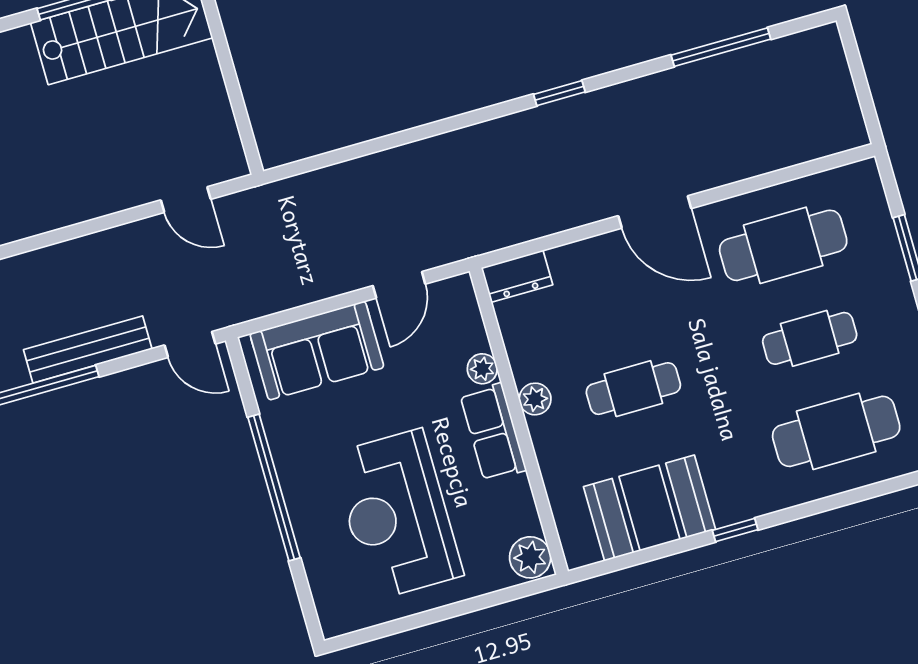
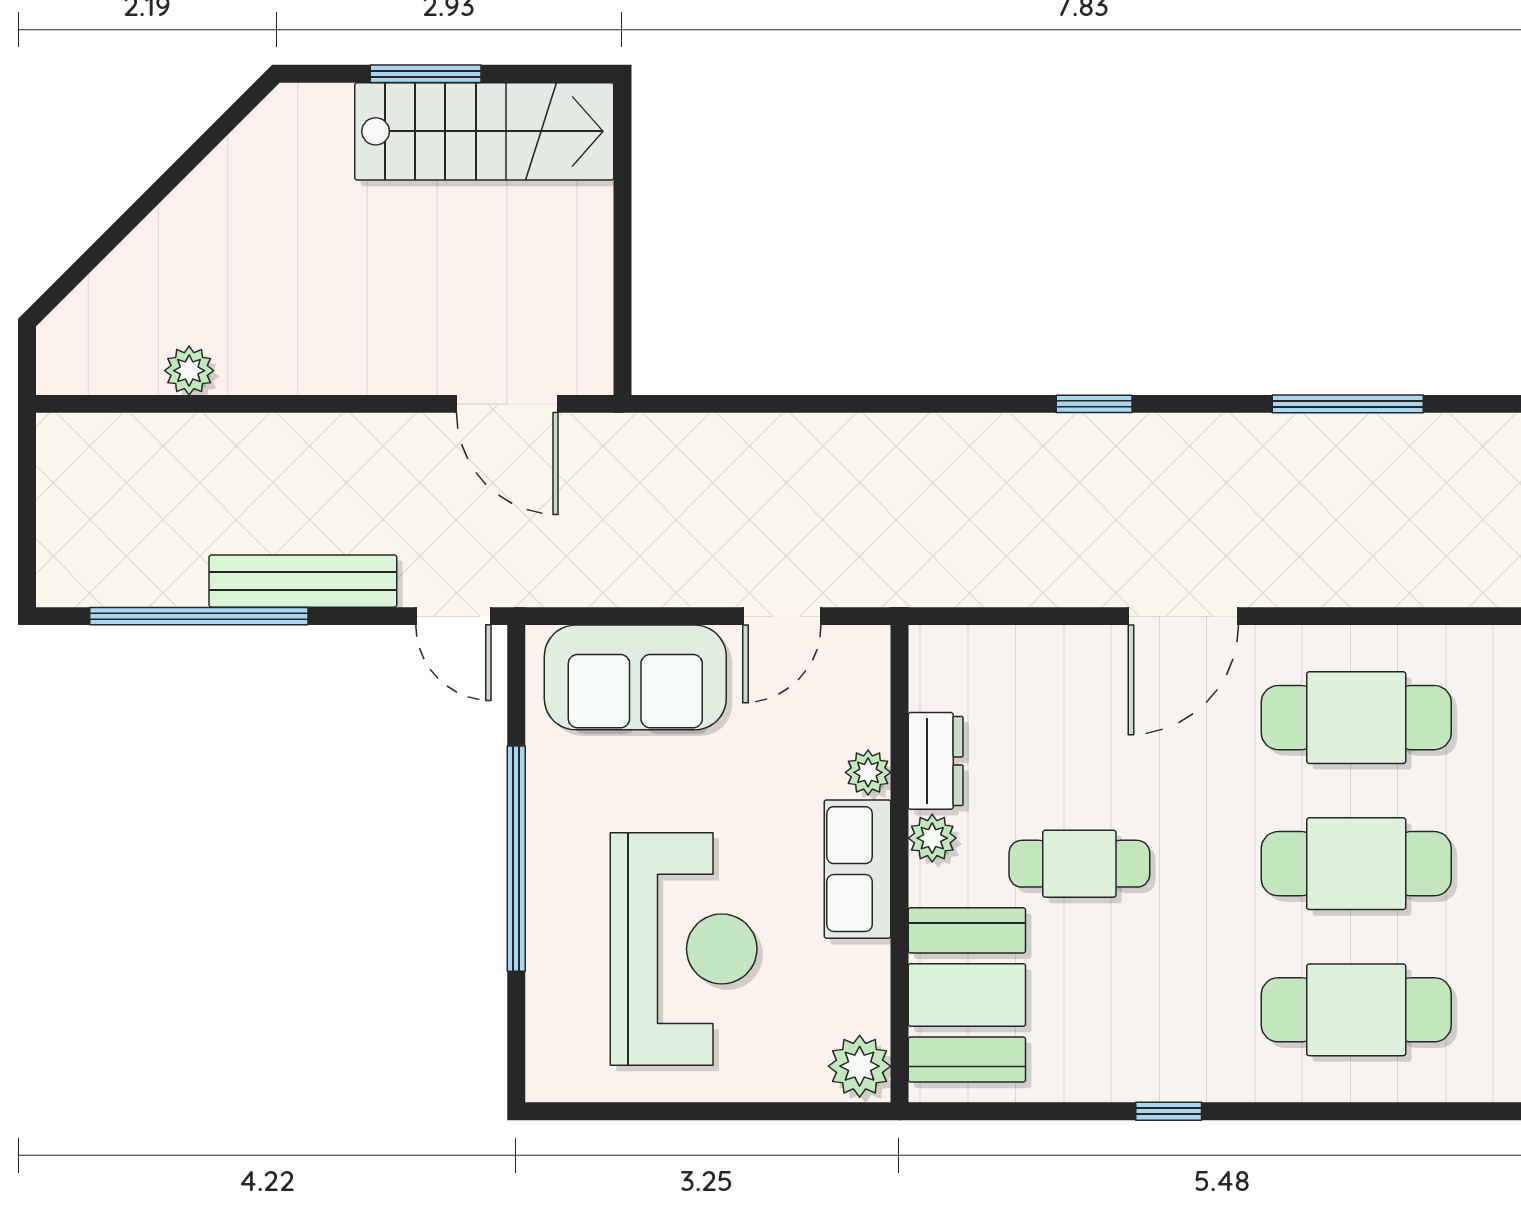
door: (186, 200) -> (507, 404), width x1.38
door: (655, 212) -> (1183, 616), hinge flipped
dresser: (517, 276) -> (936, 761), moved, turned -90
cafe table: (810, 338) -> (1356, 864), width x1.37, depth x1.35
booth: (650, 508) -> (967, 995), moved, turned 90
reception desk: (397, 515) -> (684, 949), turned 180

